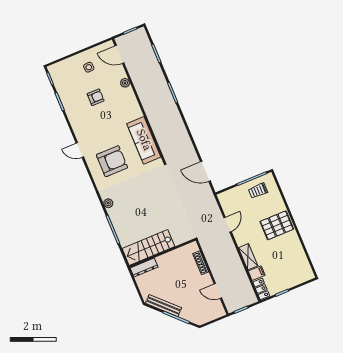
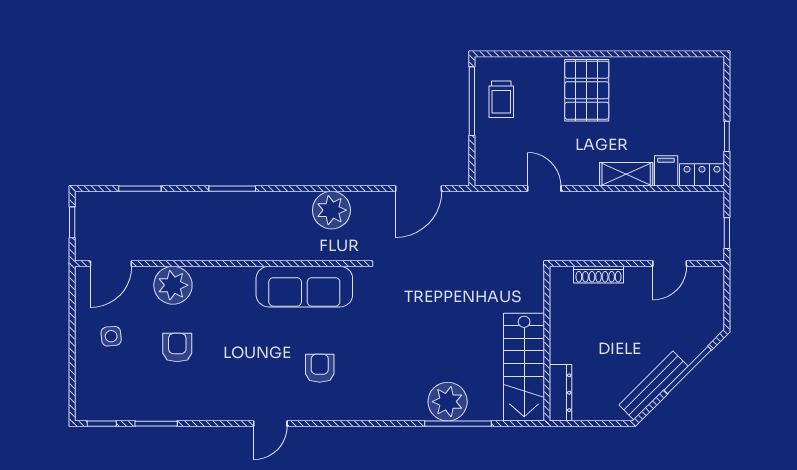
plant: (125, 83) -> (173, 285), width x1.87, depth x1.87
plant: (181, 138) -> (331, 210), added
armchair: (112, 161) -> (320, 368), width x0.53, depth x0.53
plant: (108, 203) -> (448, 402), moved, width x1.88, depth x1.88

